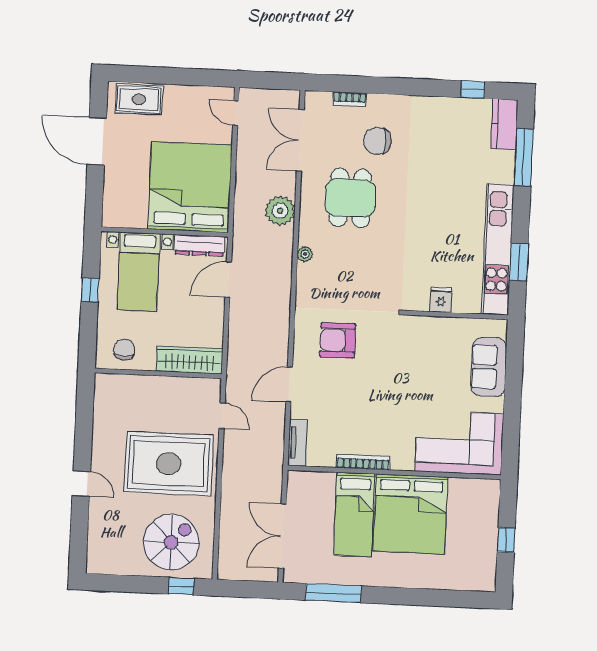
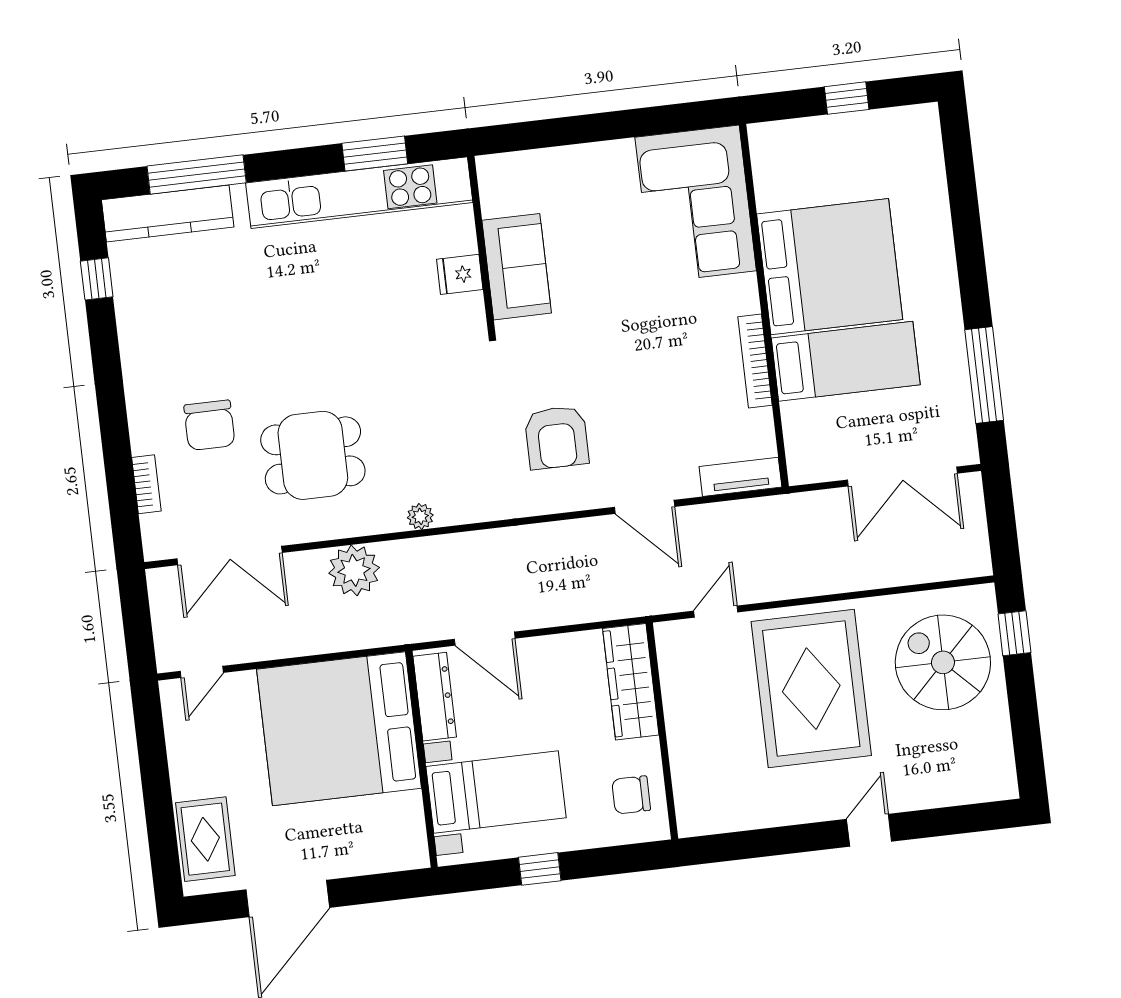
kitchen counter: (504, 124) -> (168, 213), width x1.50
sofa: (489, 367) -> (517, 267), moved, turned -90

